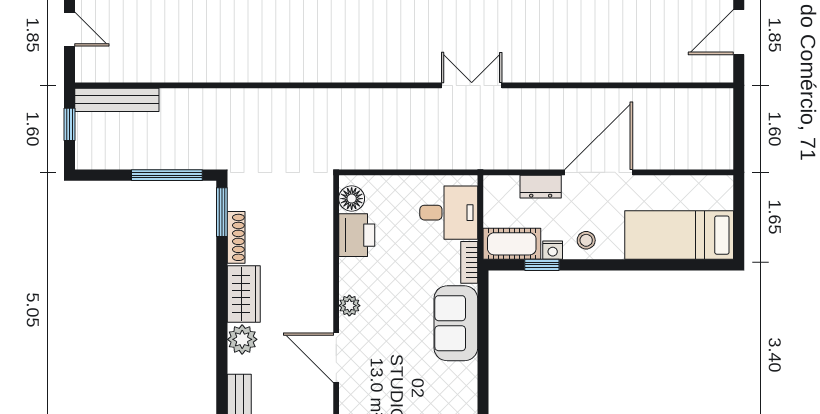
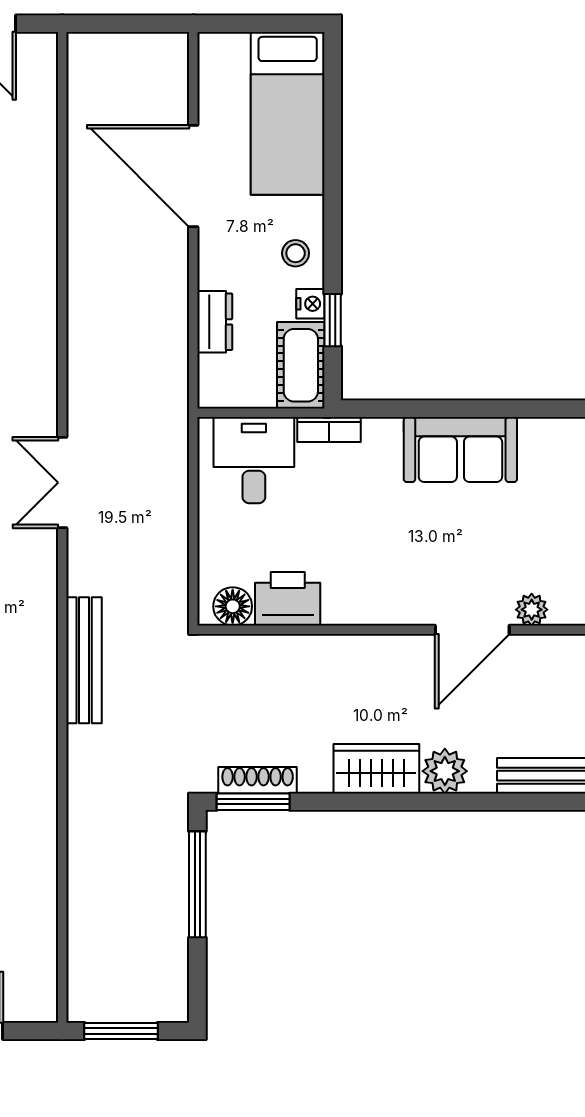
double door: (472, 85) -> (62, 483), moved
bench: (117, 100) -> (84, 660), moved
window: (69, 124) -> (121, 1031), width x1.50
door: (599, 172) -> (193, 176), moved
shoe rack: (236, 237) -> (258, 780), moved
plant: (349, 306) -> (532, 610), moved
sofa: (456, 323) -> (460, 449), moved

